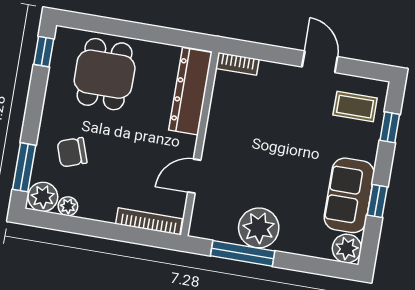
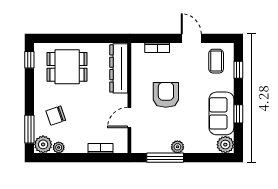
bookcase: (237, 64) -> (157, 48), moved
dining table: (105, 74) -> (67, 67), turned 90
coffee table: (355, 107) -> (216, 61), turned 90
armchair: (262, 149) -> (166, 95), added
bookcase: (149, 221) -> (101, 148), width x0.64
plant: (259, 228) -> (177, 147), width x0.53, depth x0.53

